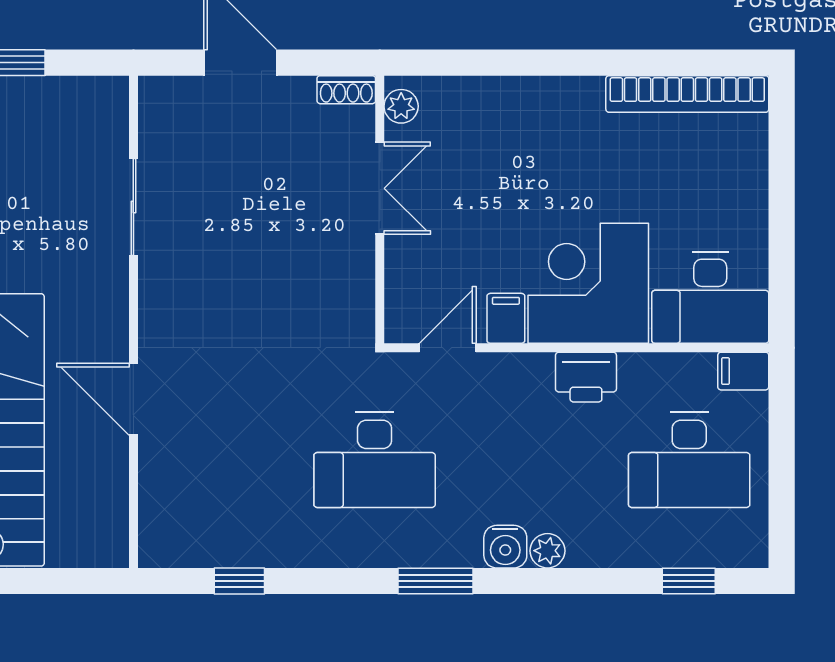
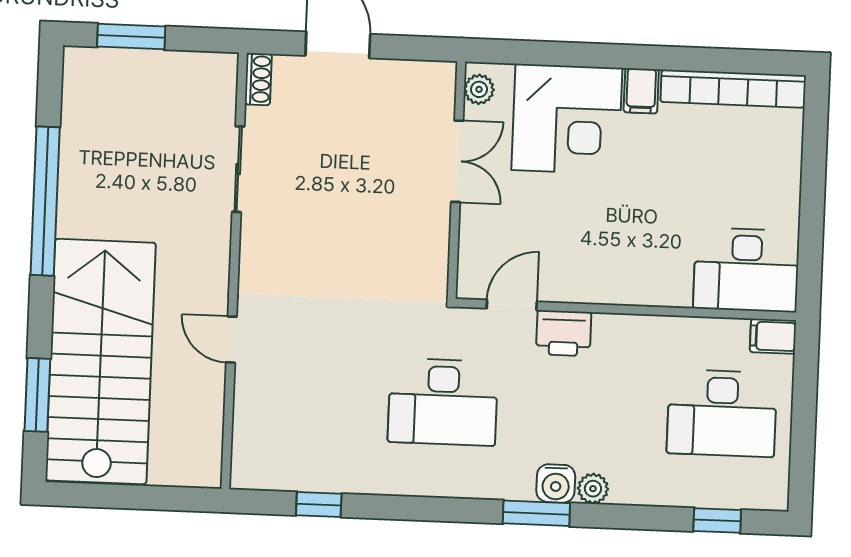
shoe rack: (346, 90) -> (258, 79), moved, turned -90
corner desk: (588, 283) -> (567, 119), moved, turned 180
filing cabinet: (506, 318) -> (641, 91), moved, turned 180
printer: (586, 377) -> (564, 333), moved
door: (133, 399) -> (231, 340), width x0.73
window: (436, 581) -> (536, 513), moved

